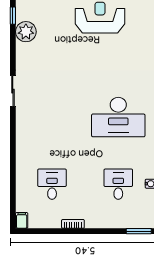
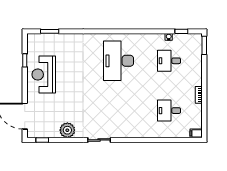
plant: (26, 32) -> (67, 130), moved
desk: (118, 117) -> (119, 61), turned 180

